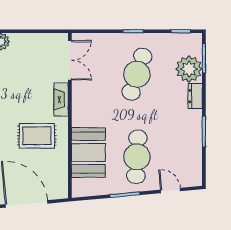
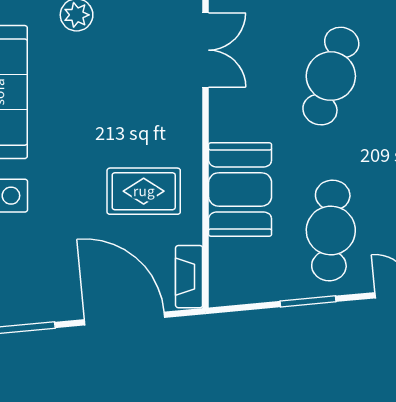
fireplace: (61, 99) -> (189, 277), moved
booth: (88, 152) -> (240, 189), moved

